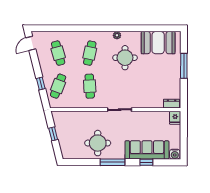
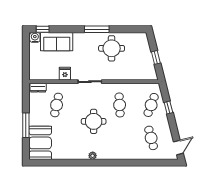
booth: (158, 43) -> (40, 143), moved, turned 90
cafe table: (90, 53) -> (57, 105), moved
round table: (125, 58) -> (94, 121), moved
fridge: (175, 118) -> (65, 74), moved
sofa: (147, 150) -> (57, 42), width x0.73
window: (146, 162) -> (43, 29), moved

